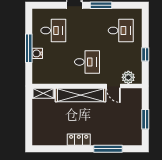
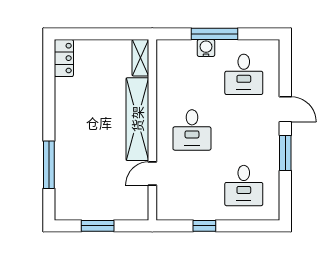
plant: (128, 77) -> (167, 198), removed
locker: (79, 140) -> (64, 58), moved

